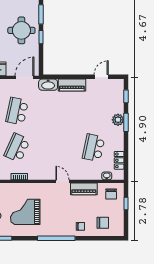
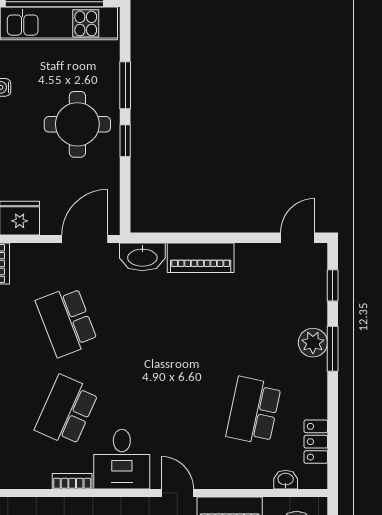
door: (101, 77) -> (298, 238), moved
school desk: (17, 111) -> (67, 321), turned -33
desk: (40, 168) -> (122, 459), added

